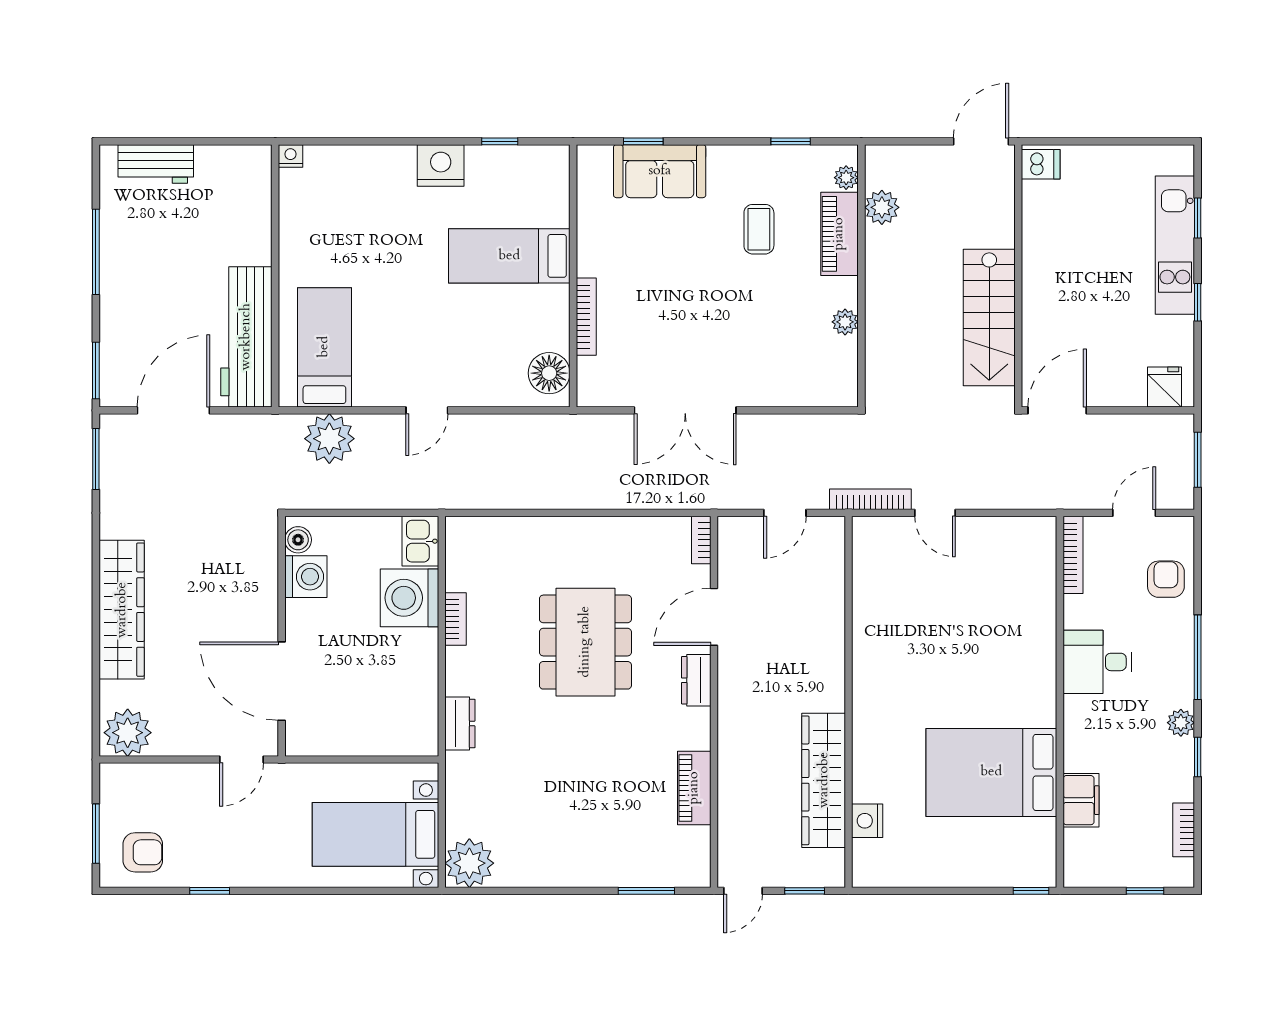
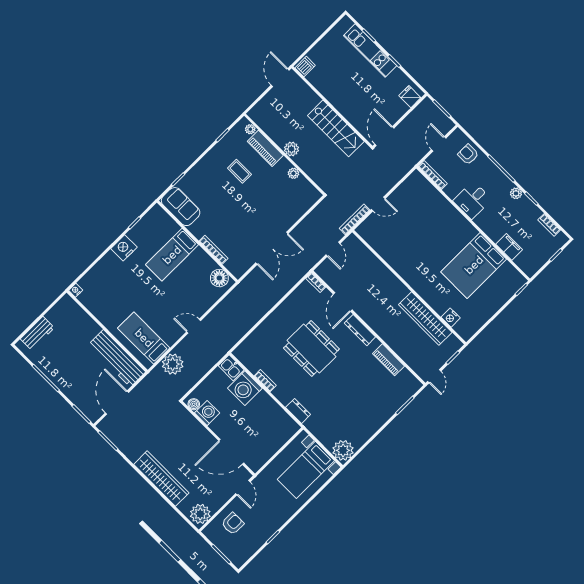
sofa: (660, 171) -> (181, 207), moved, turned -90
plant: (882, 207) -> (291, 149), moved
door: (427, 410) -> (194, 326), swing flipped
dresser: (696, 680) -> (360, 330), width x1.44
armchair: (143, 852) -> (233, 524), moved

